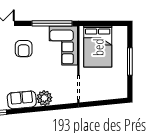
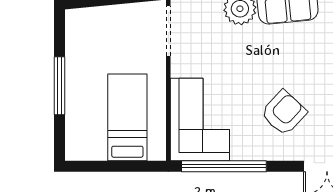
bed: (98, 47) -> (127, 117), width x0.67
armchair: (24, 49) -> (284, 113), turned 43

